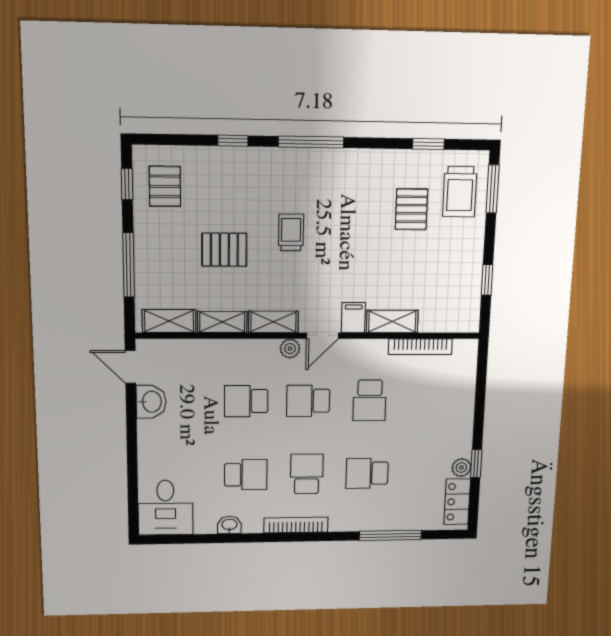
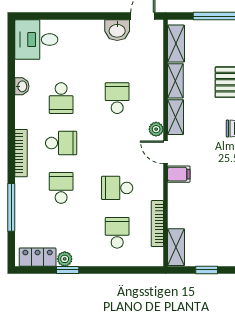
shelving: (392, 321) -> (176, 247), moved
school desk: (308, 401) -> (117, 233), moved
bookcase: (296, 525) -> (21, 153), moved

